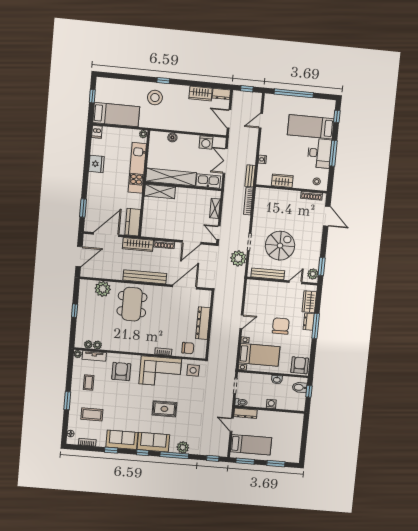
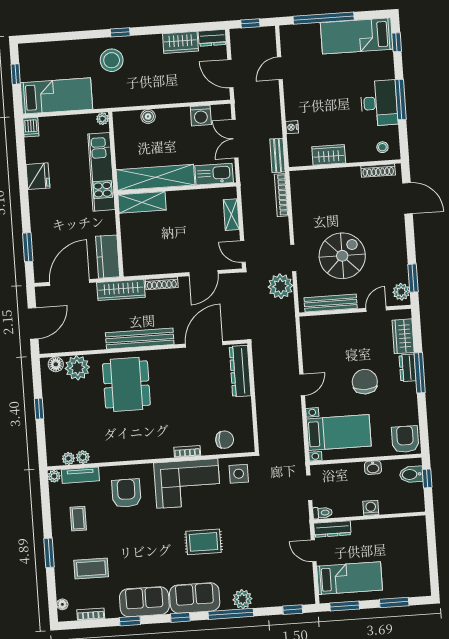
bed: (311, 127) -> (357, 36), moved
floor lamp: (89, 285) -> (56, 364), added
dresser: (203, 323) -> (240, 371), moved

